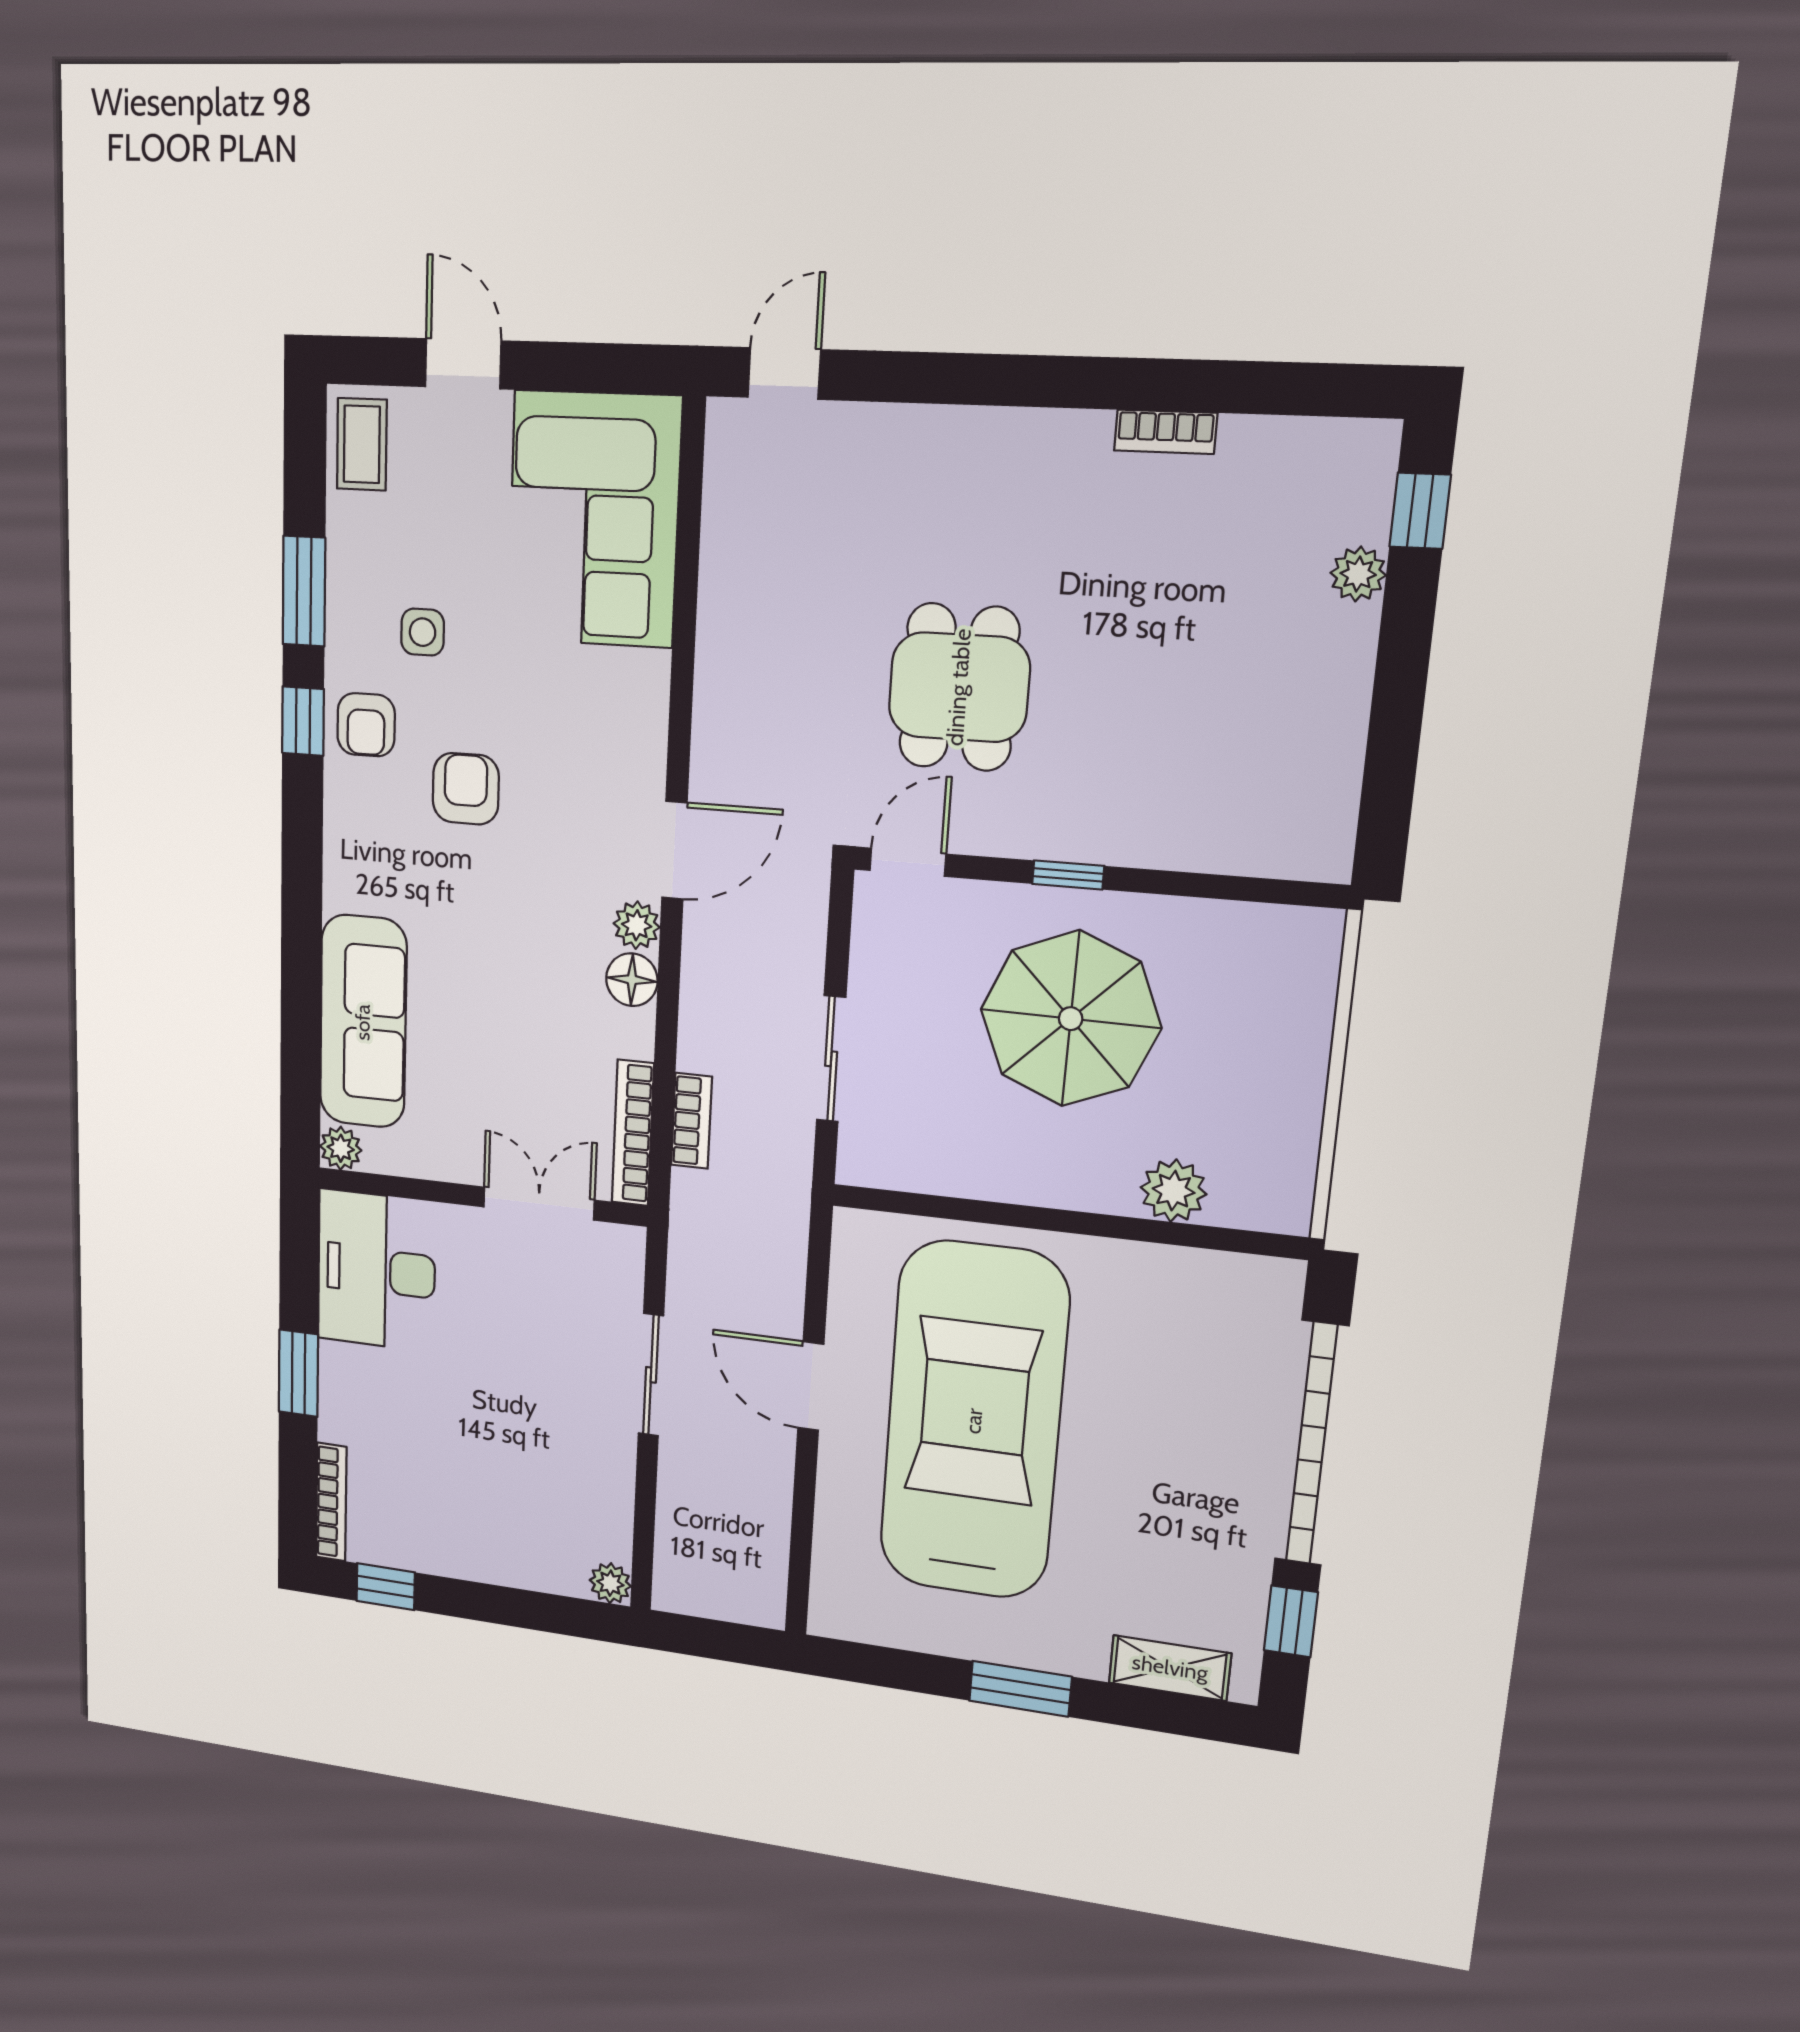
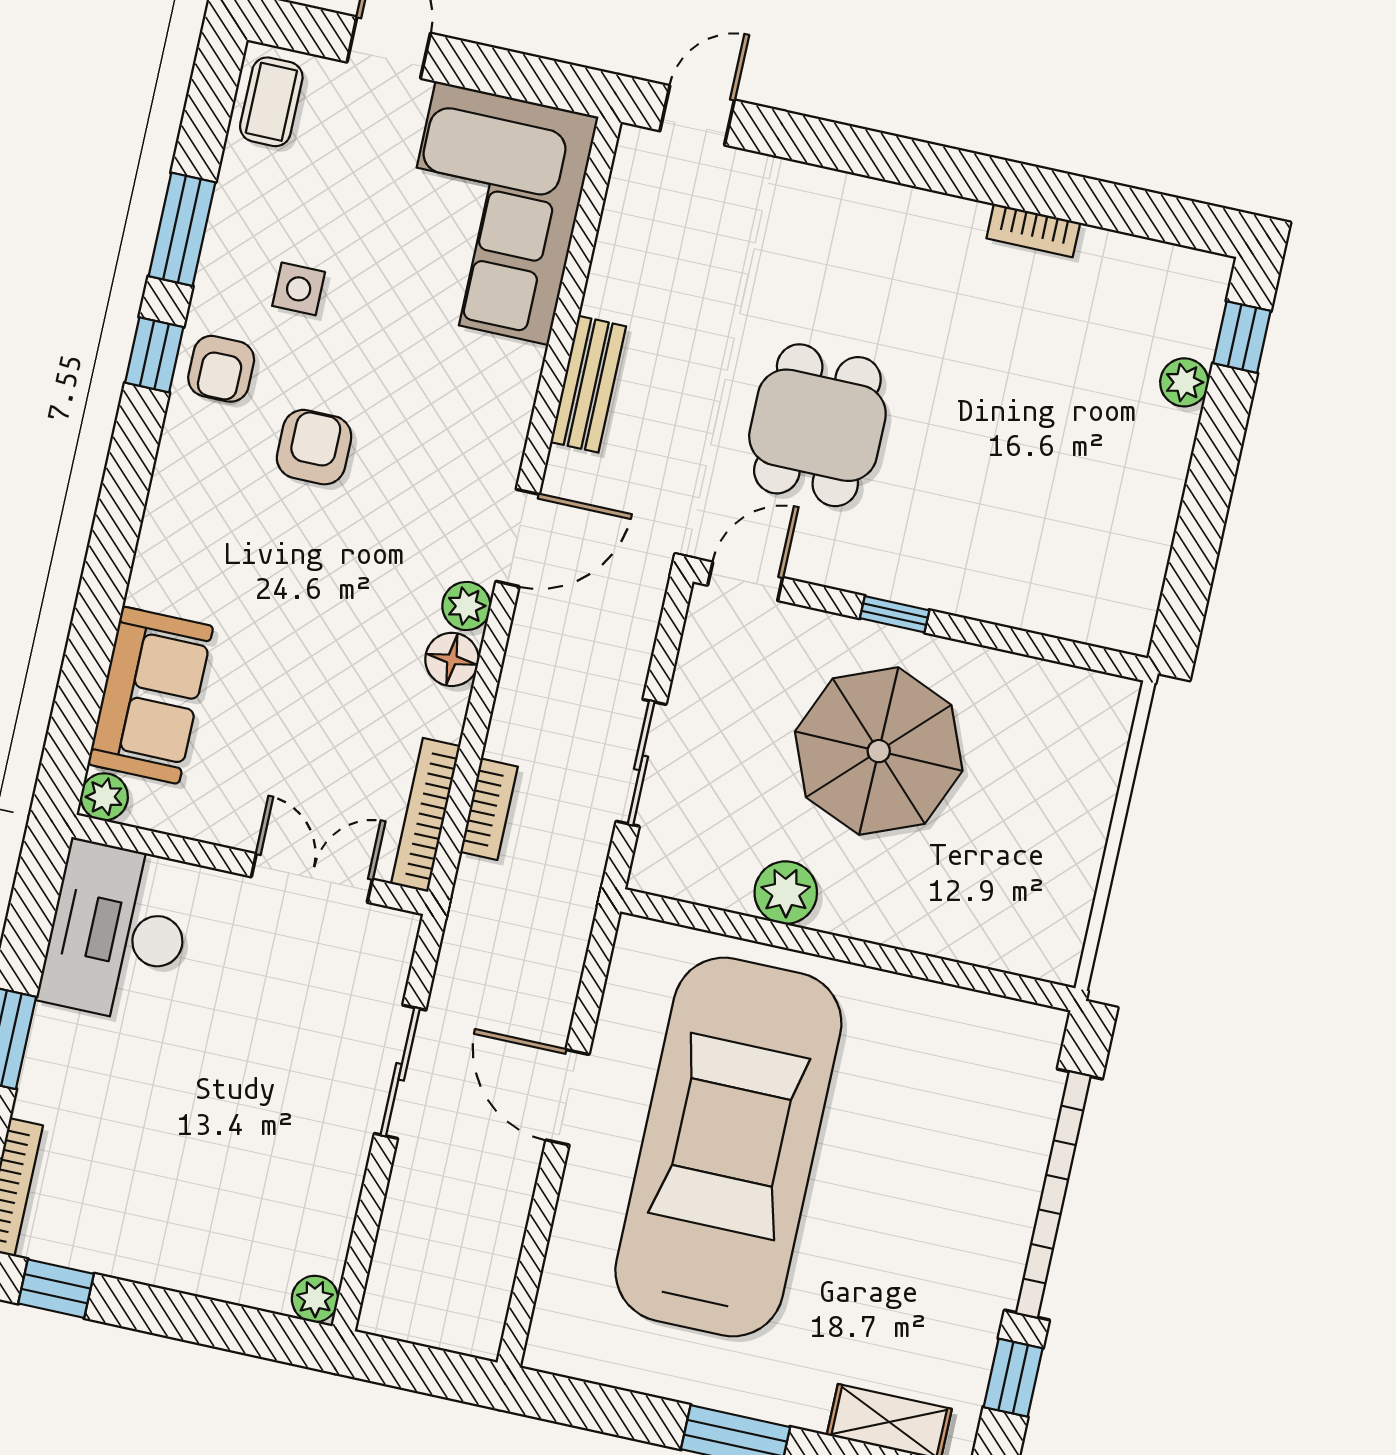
bench: (718, 682) -> (588, 384), added
sofa: (363, 1022) -> (150, 695), width x0.73
plant: (1174, 1191) -> (786, 893), moved

